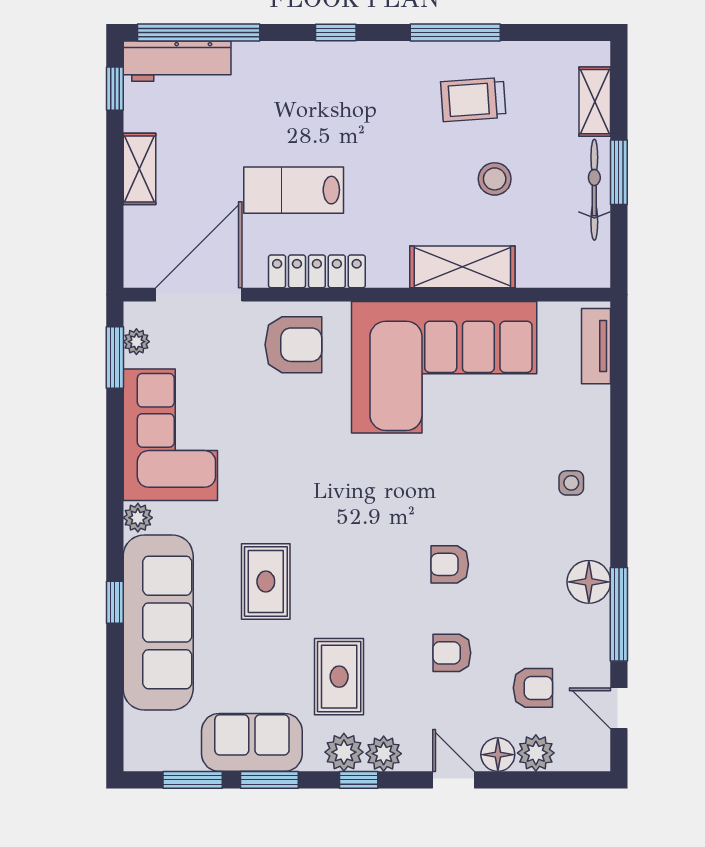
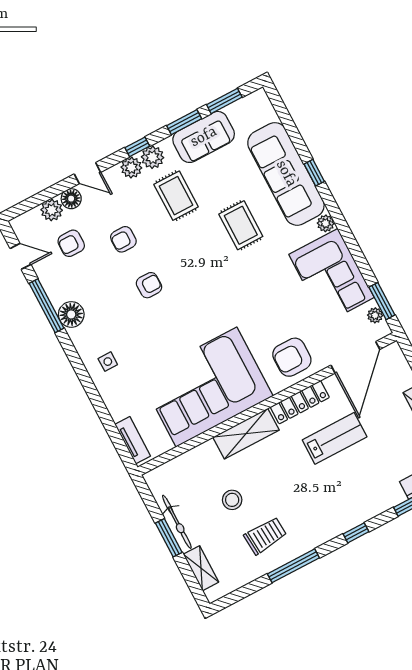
shelving: (462, 267) -> (246, 434), moved
armchair: (452, 653) -> (123, 239), turned 180

